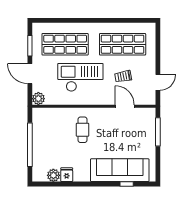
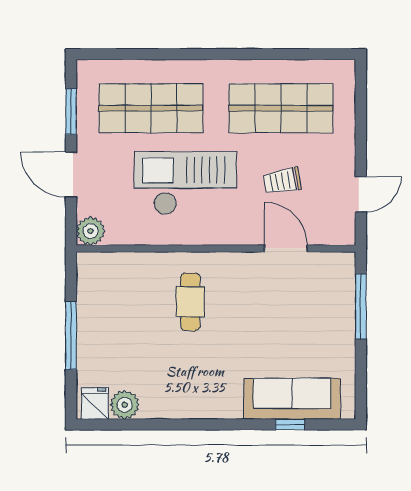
window: (30, 145) -> (71, 335), width x0.68
sofa: (120, 170) -> (292, 399), width x0.74, depth x0.79
fridge: (67, 175) -> (95, 403), moved

